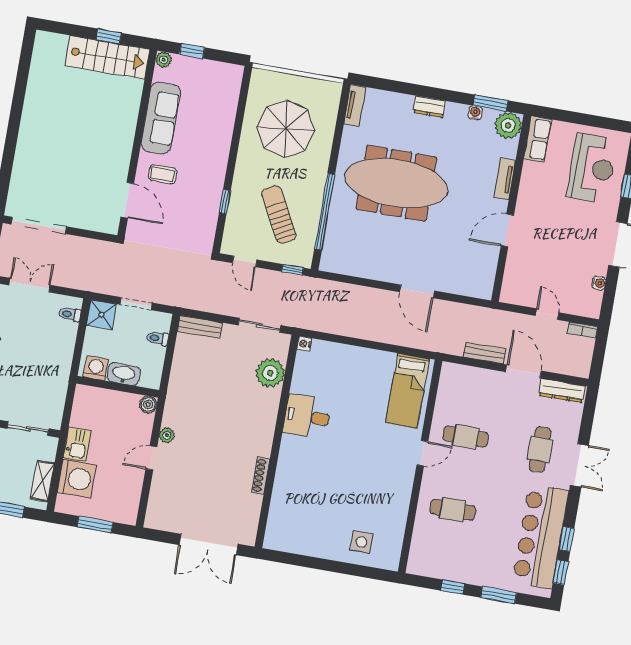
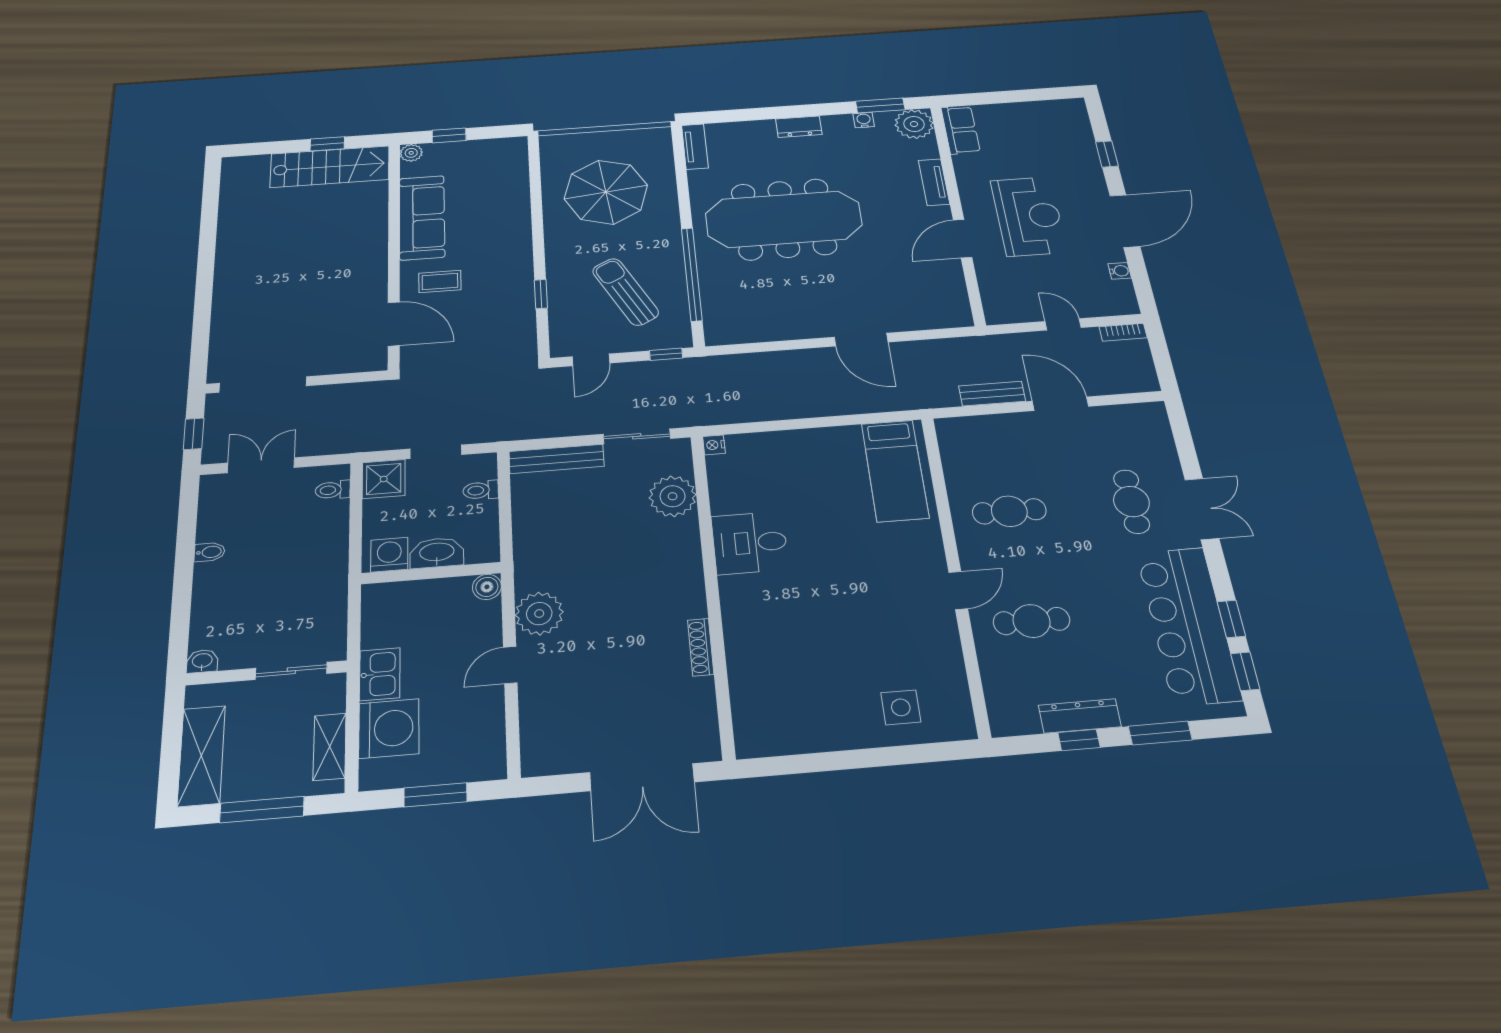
reception desk: (592, 168) -> (1029, 216), moved
door: (245, 261) -> (591, 360), hinge flipped
bench: (200, 327) -> (556, 459), width x1.36
dresser: (562, 391) -> (1080, 716), moved, turned 180
plant: (167, 435) -> (539, 614), width x1.88, depth x1.88
door: (422, 453) -> (958, 590), moved

